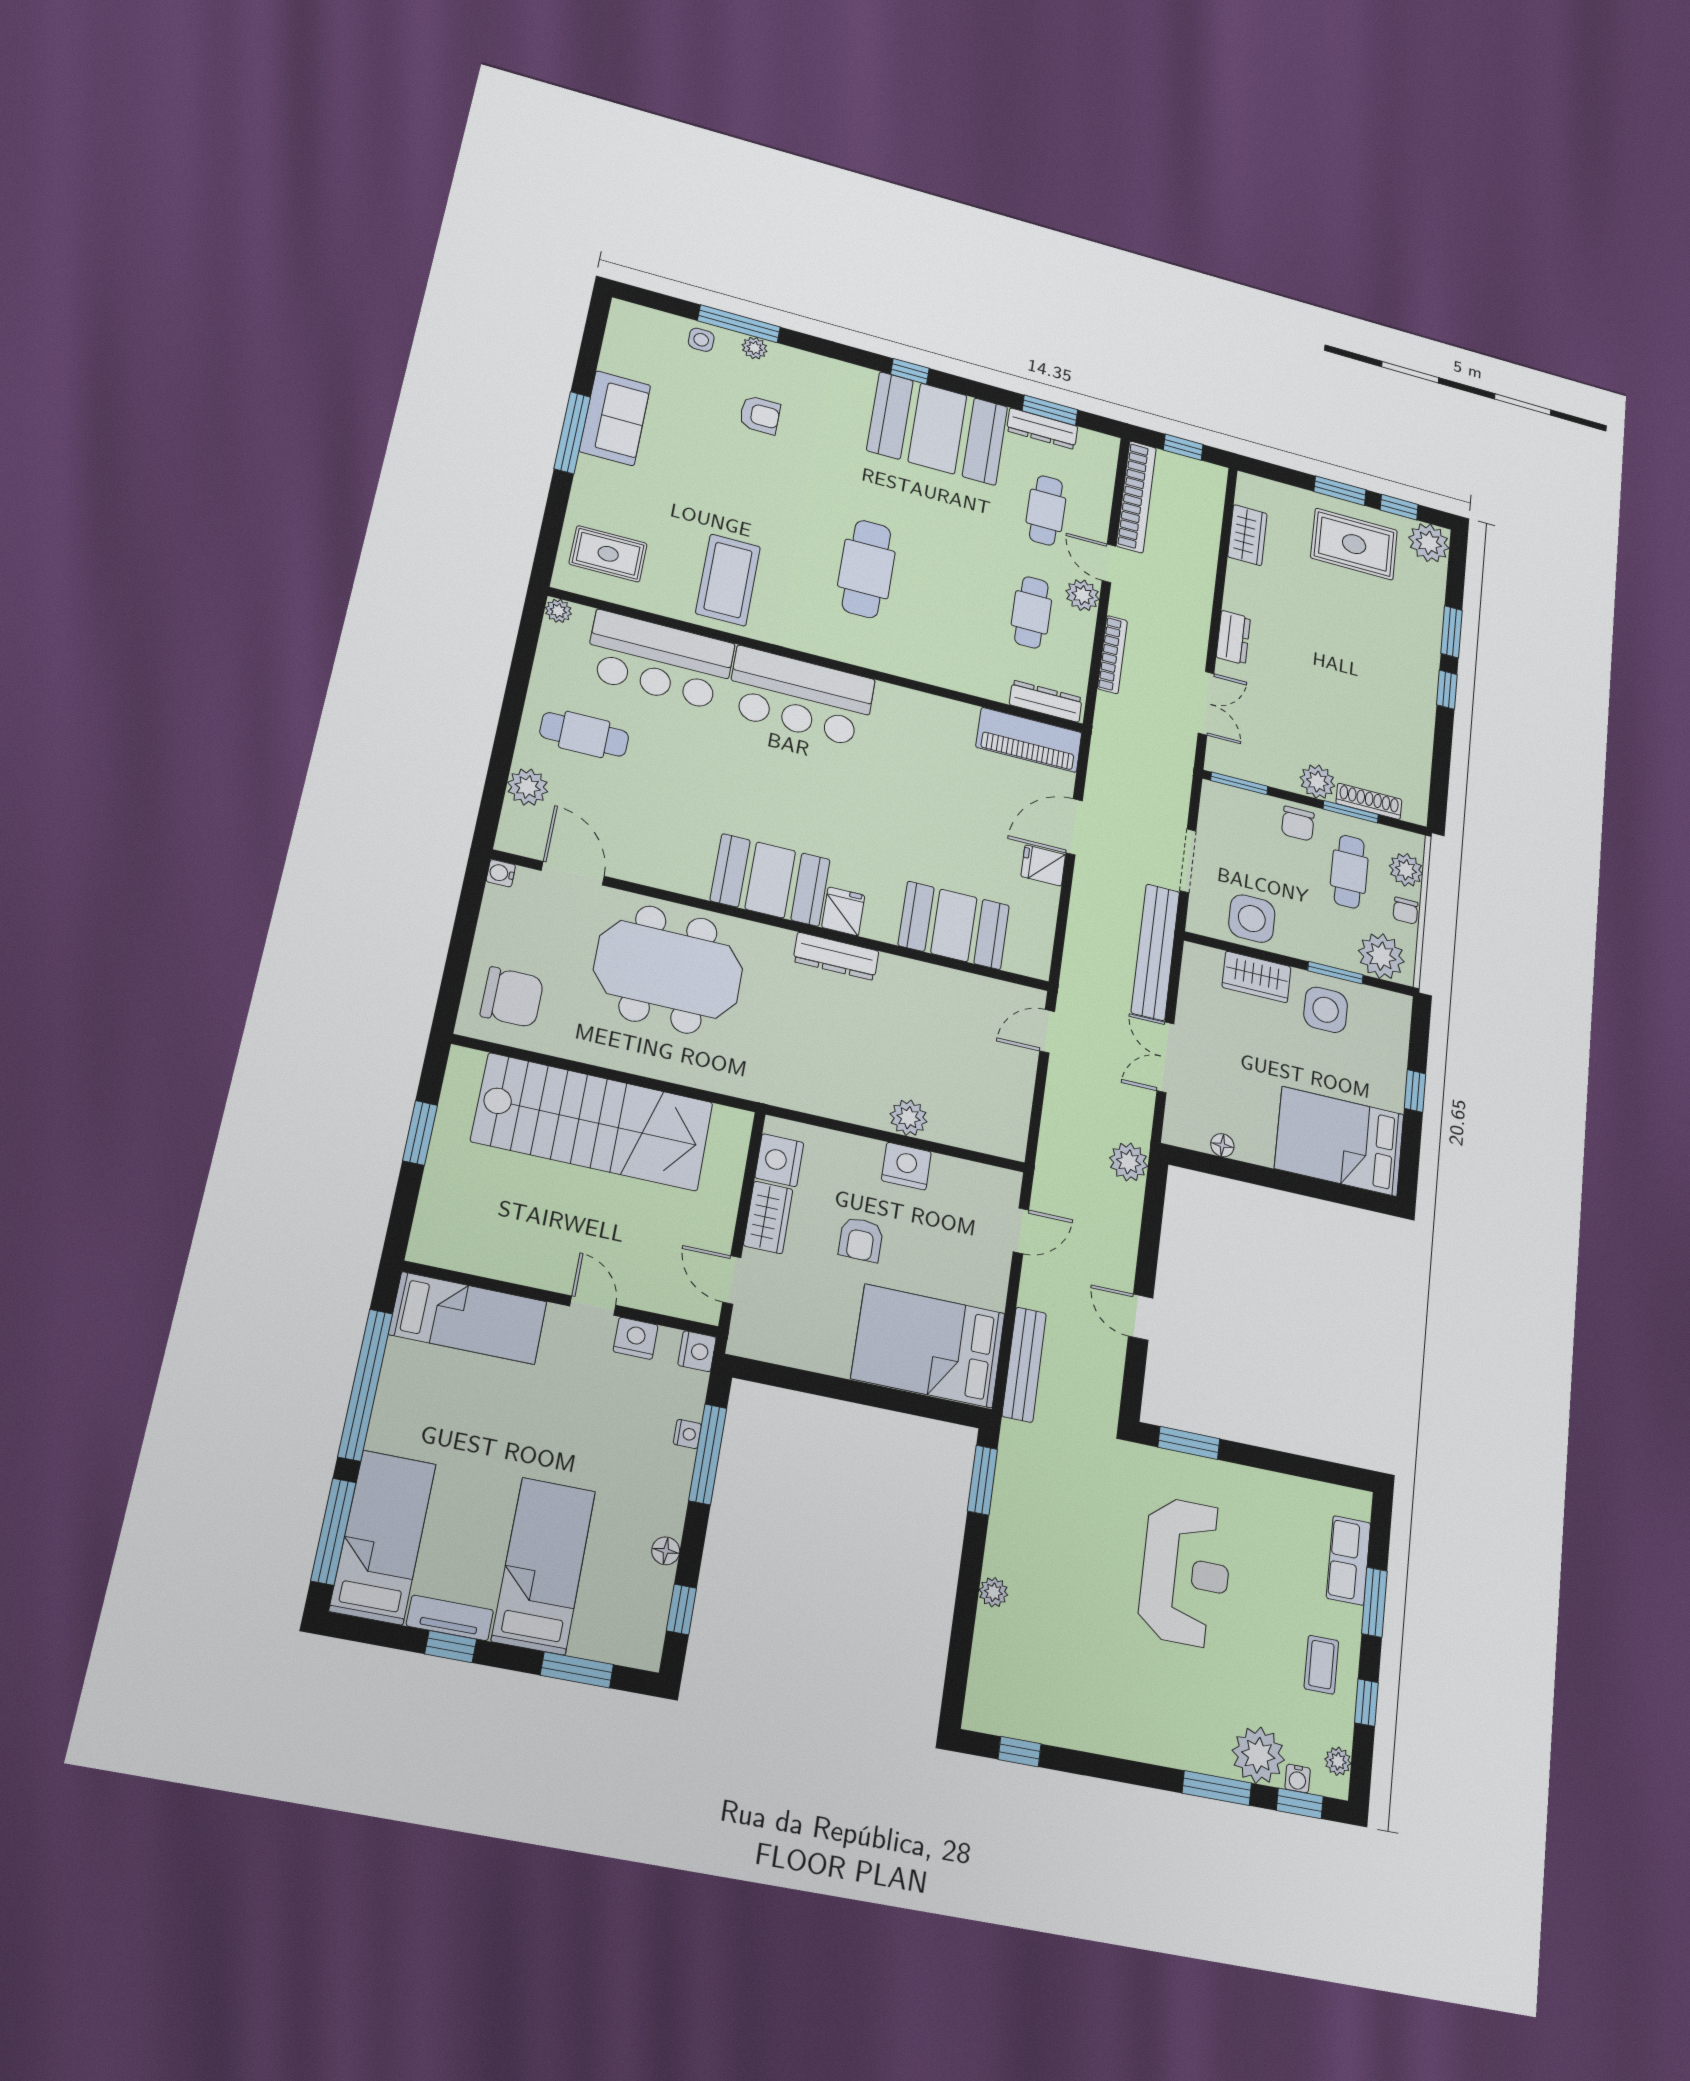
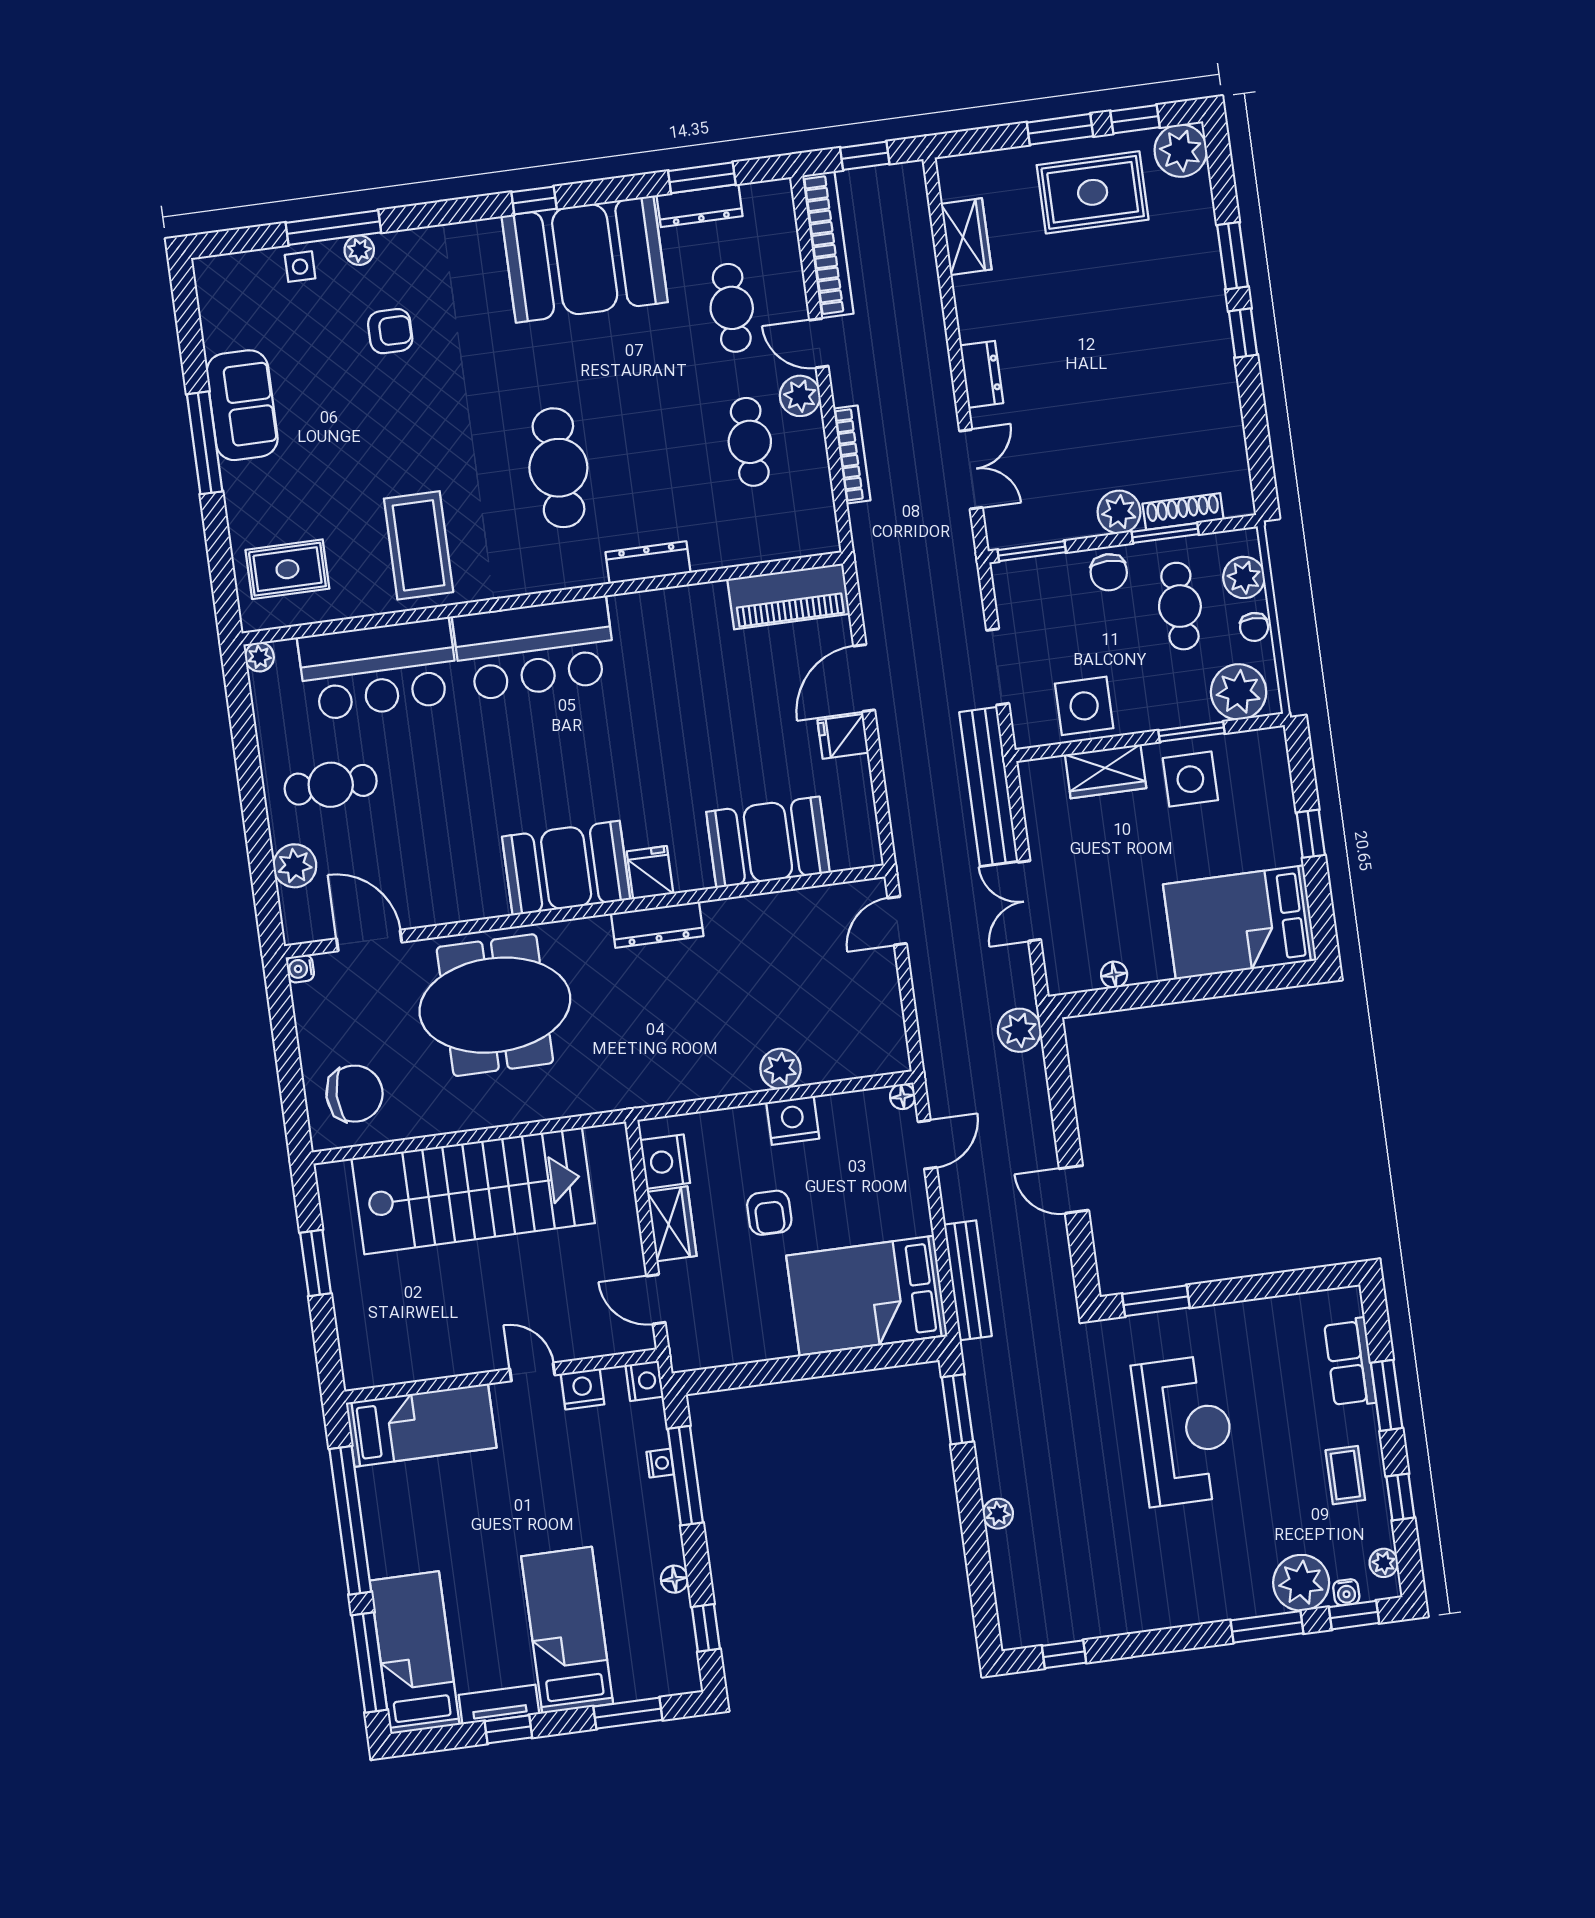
dresser: (1046, 701) -> (648, 562), moved
floor lamp: (1010, 1181) -> (903, 1097), added

